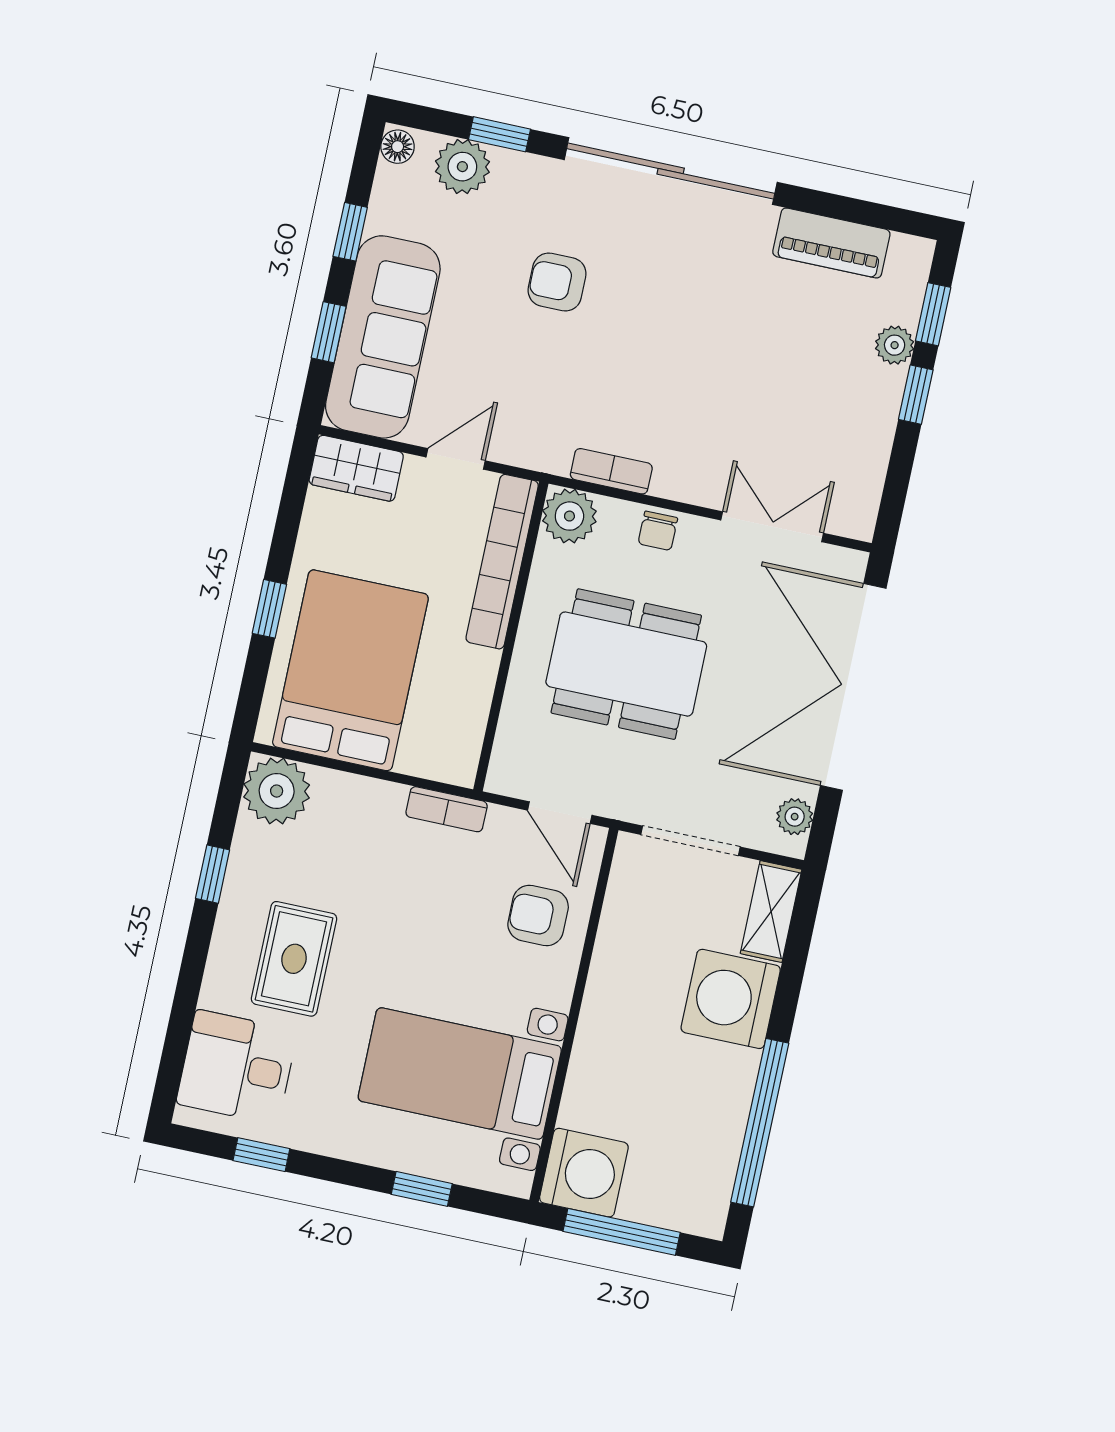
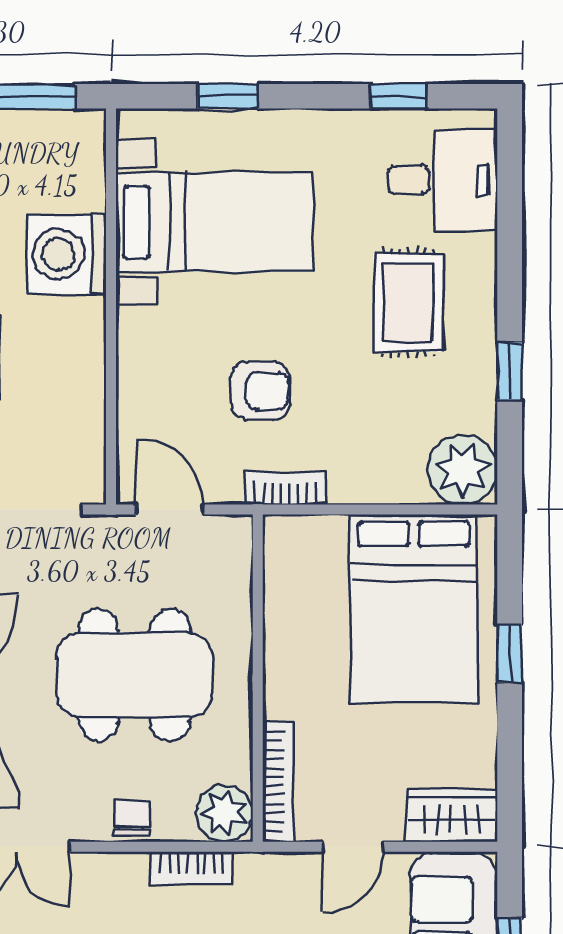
bookcase: (502, 562) -> (278, 781), width x0.68, depth x0.76
armchair: (538, 915) -> (260, 391), moved
washing machine: (584, 1173) -> (66, 254), moved

